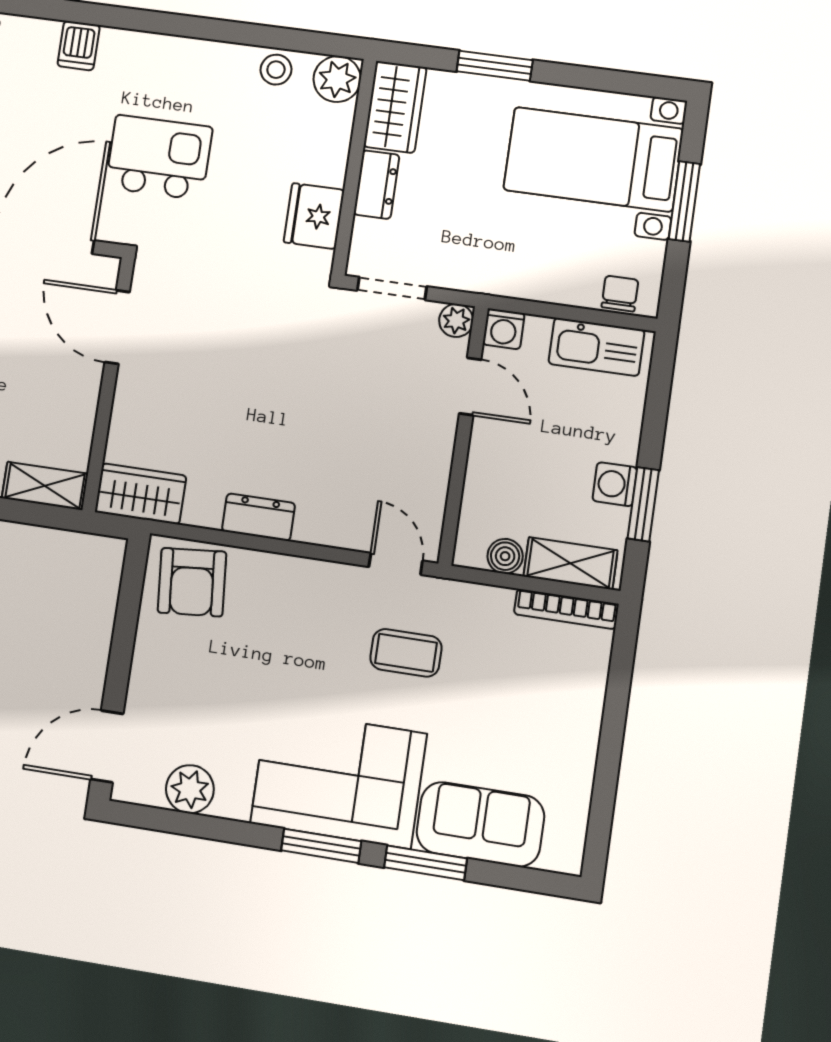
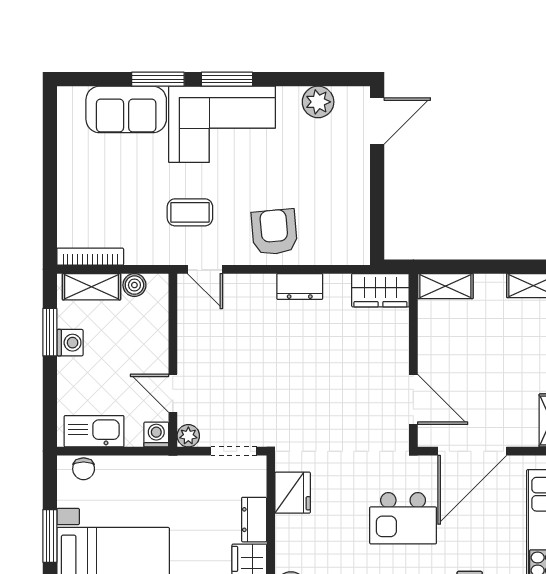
armchair: (192, 582) -> (274, 232), moved

